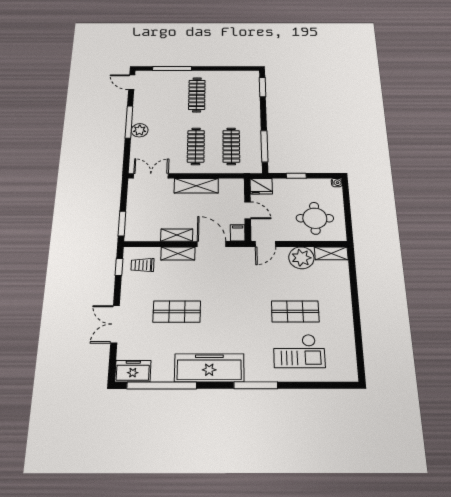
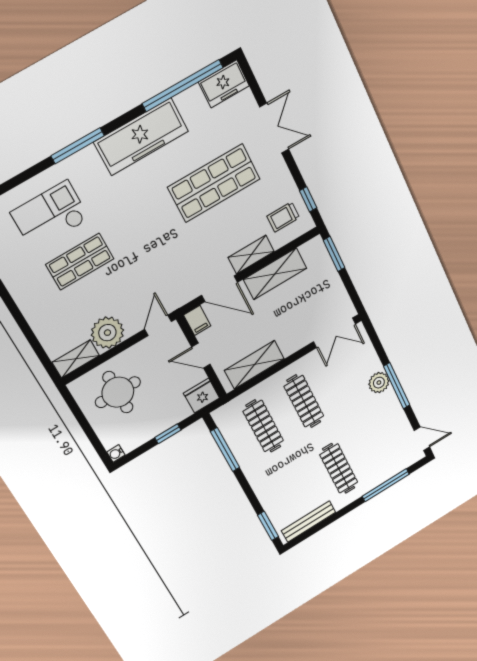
bench: (235, 75) -> (309, 521), added
shelving: (196, 186) -> (254, 365), moved
shelving: (177, 235) -> (275, 274), width x1.50, depth x1.33
trolley: (142, 265) -> (283, 217), turned 180
shop shelf: (177, 312) -> (214, 183), width x1.43, depth x1.36

